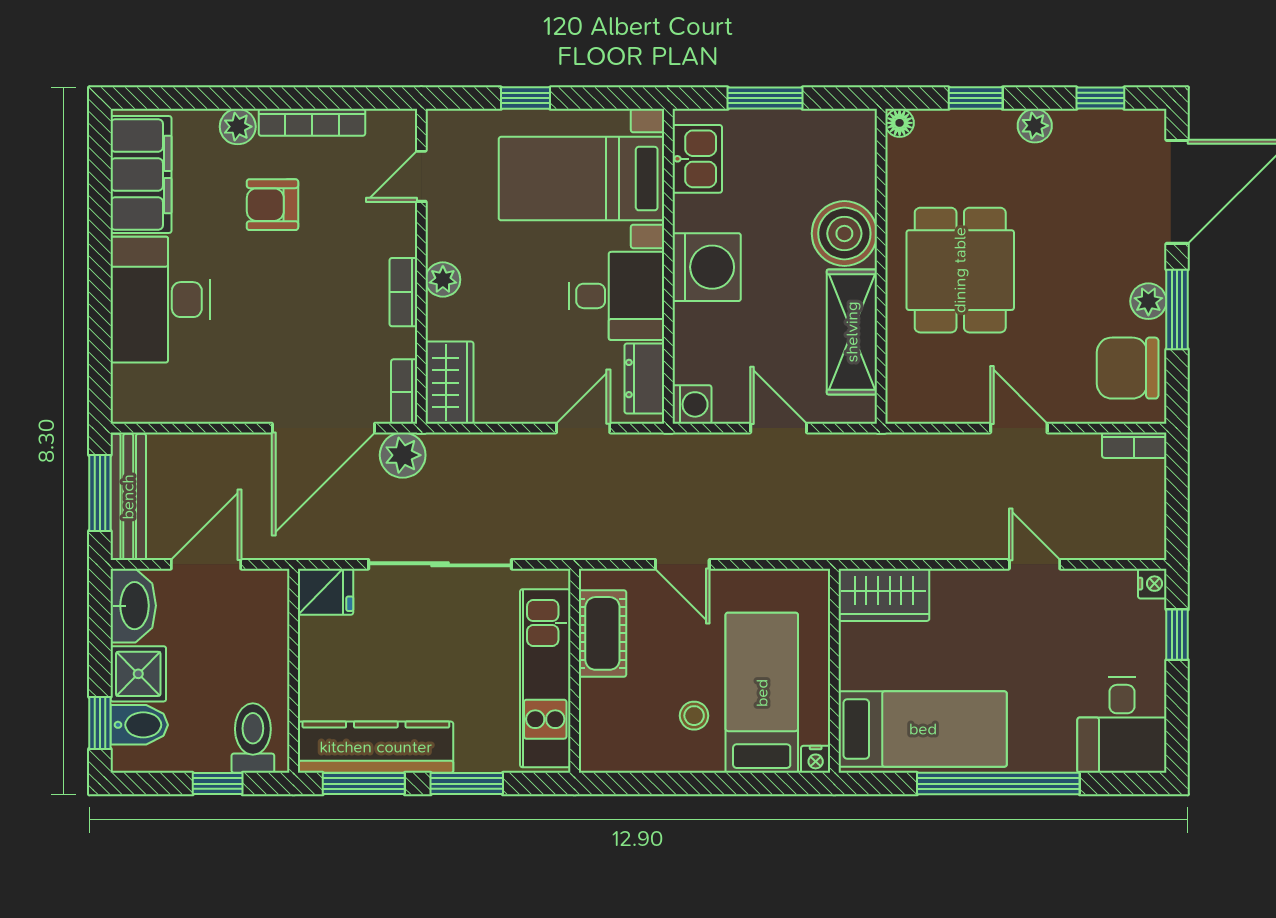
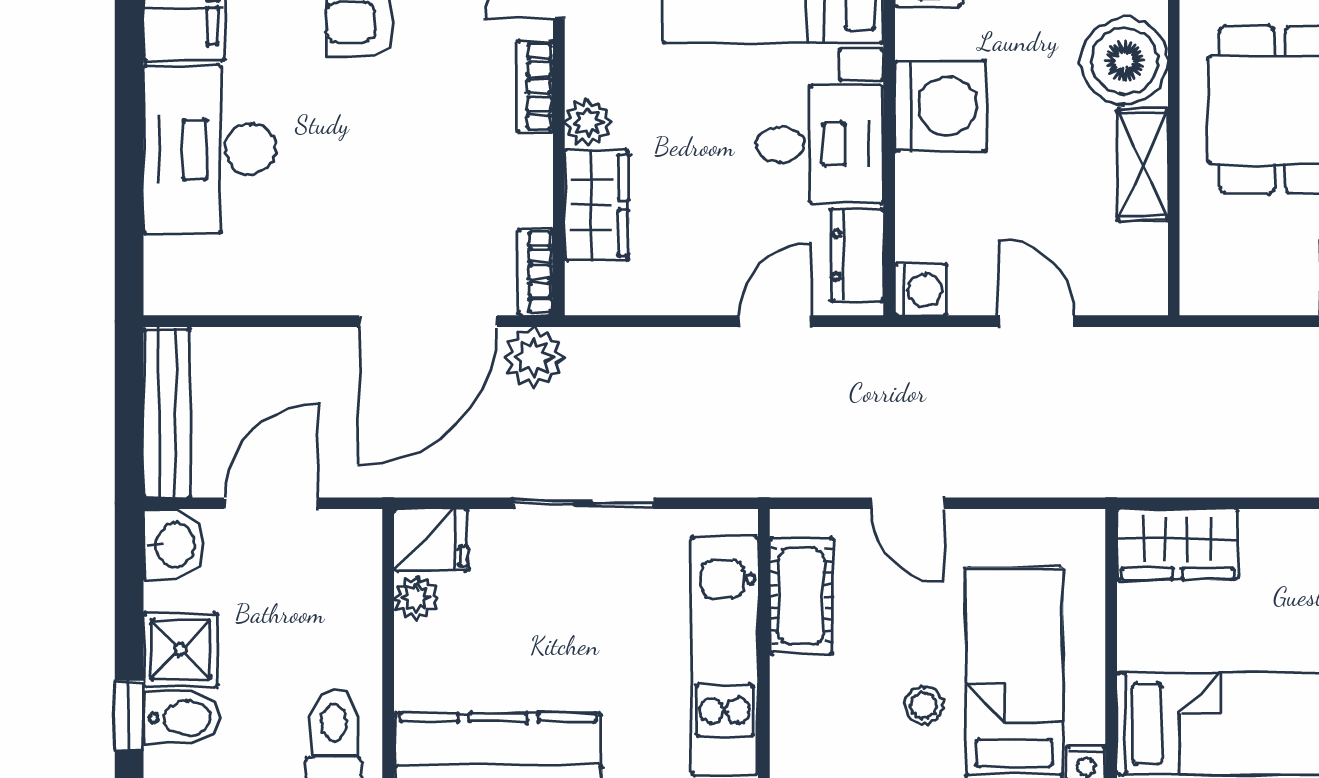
bookcase: (403, 292) -> (535, 86), moved
shelving: (852, 332) -> (1143, 165), width x0.67, depth x0.75
wardrobe: (449, 383) -> (597, 205), moved
window: (100, 493) -> (129, 408), removed
sliding door: (440, 564) -> (584, 503), width x0.73
washbasin: (133, 606) -> (174, 545), width x0.72
plant: (315, 635) -> (416, 598), added

